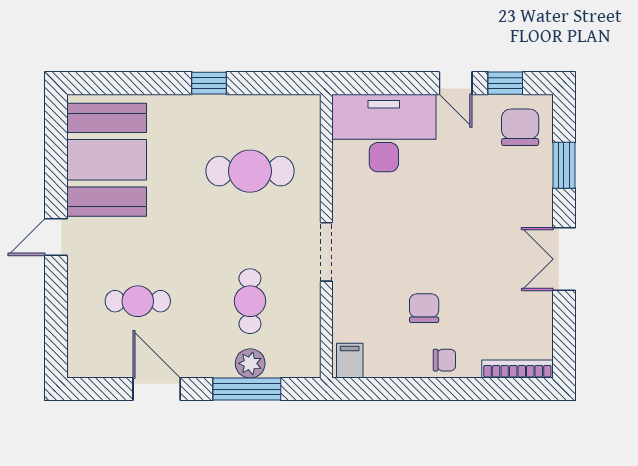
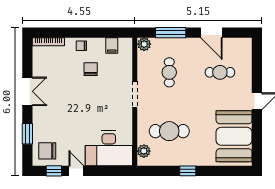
plant: (306, 127) -> (144, 151), added
chair: (520, 127) -> (47, 151), turned 90
chair: (424, 308) -> (91, 69), turned 180
filing cabinet: (350, 361) -> (112, 45), moved
plant: (250, 363) -> (144, 44), moved

